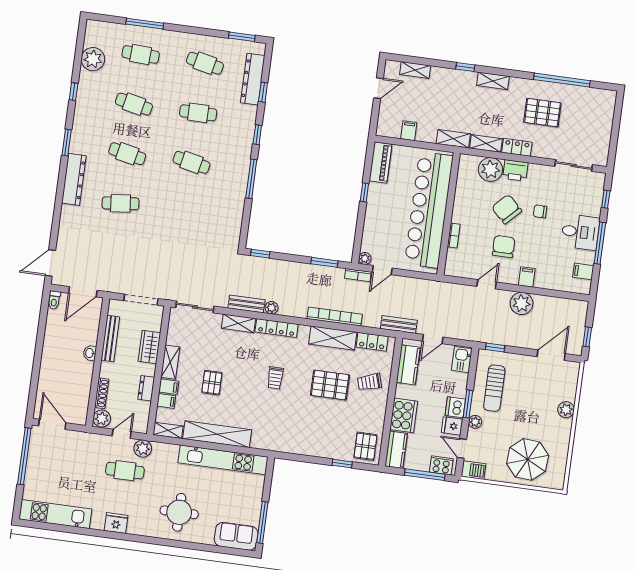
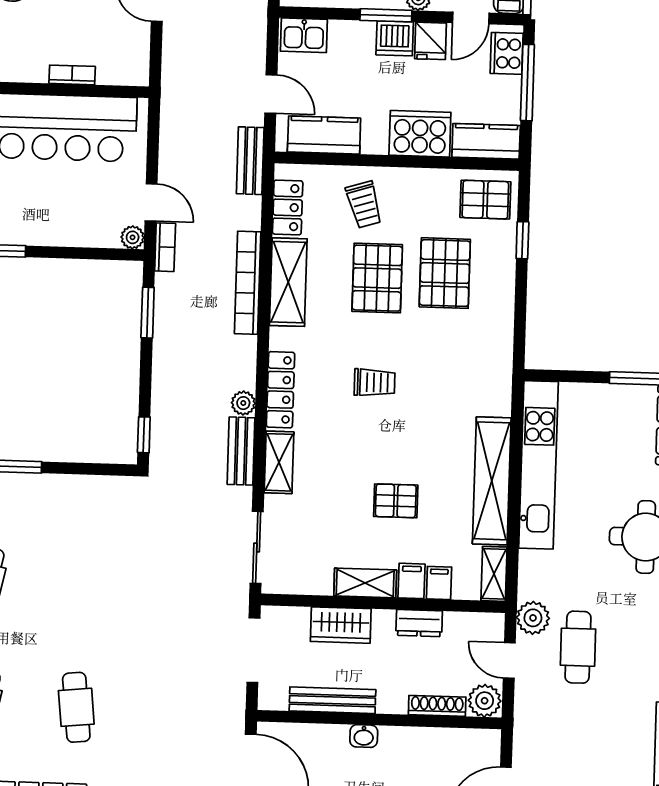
pallet: (329, 421) -> (445, 273), added

